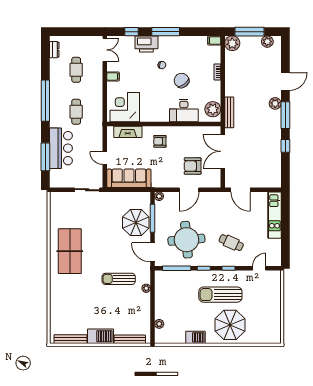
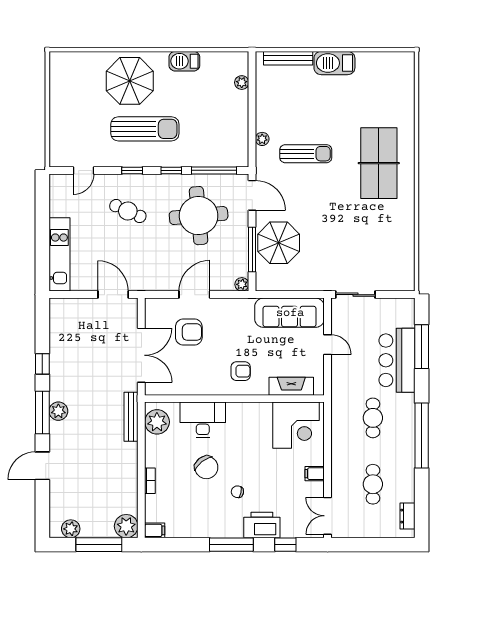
plant: (275, 103) -> (58, 411), moved
table tennis table: (70, 251) -> (379, 163), moved
bench: (70, 339) -> (382, 59), removed

